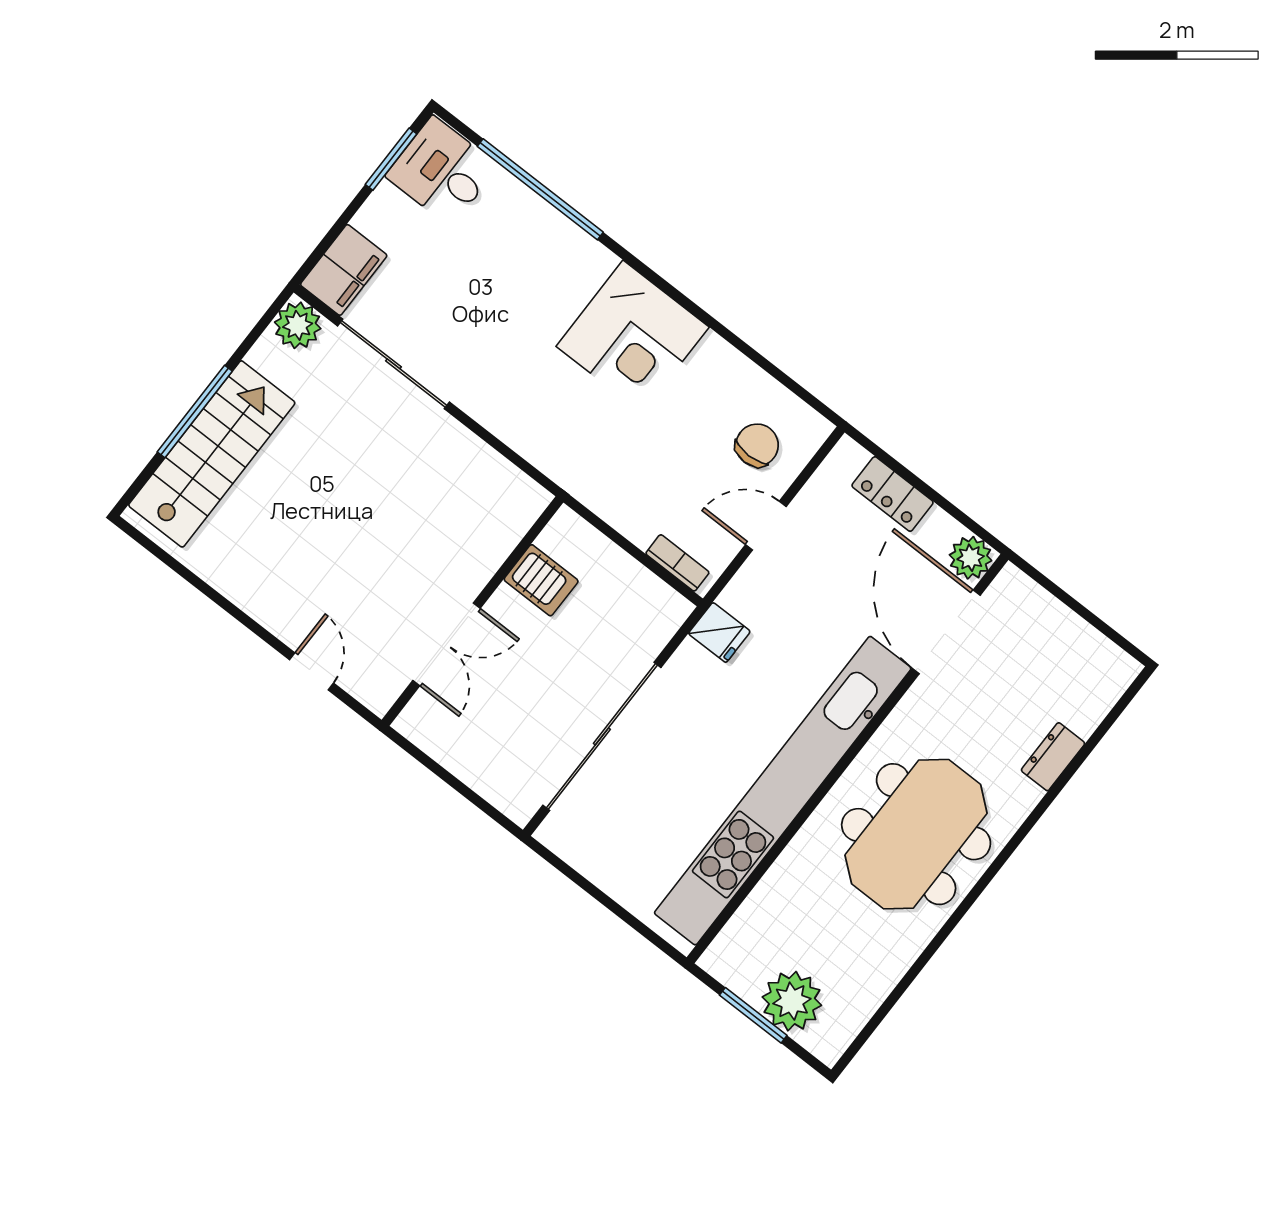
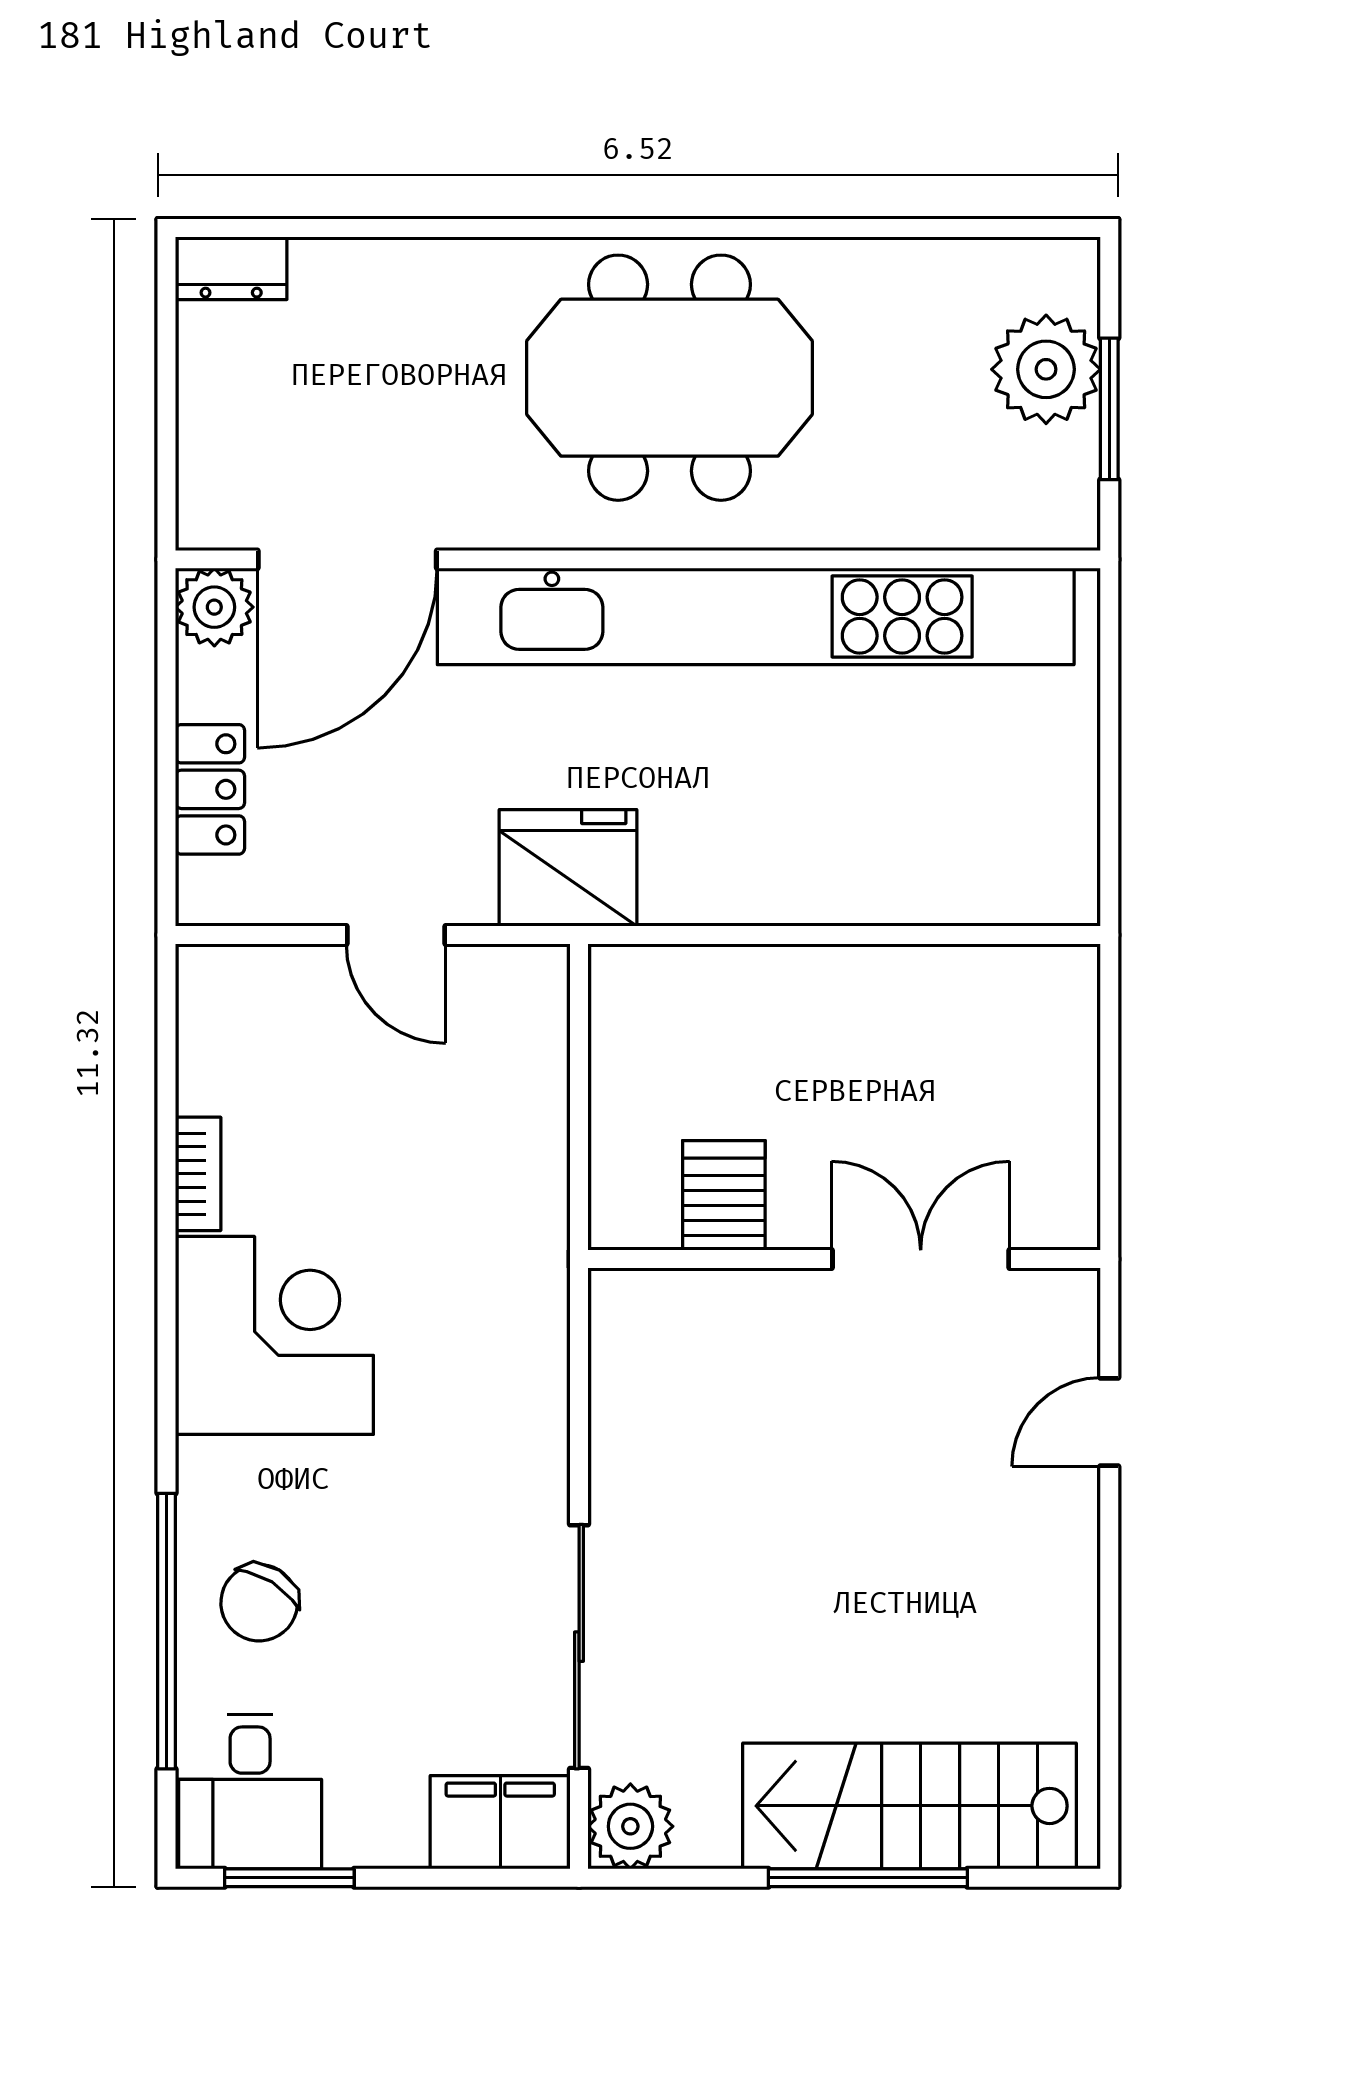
chair: (757, 445) -> (259, 1603), moved, turned -58
bookcase: (677, 563) -> (198, 1174), moved, turned 180
fridge: (719, 633) -> (568, 868), width x1.88, depth x1.34
sliding door: (602, 736) -> (879, 935), removed
dresser: (1053, 757) -> (231, 268), moved

